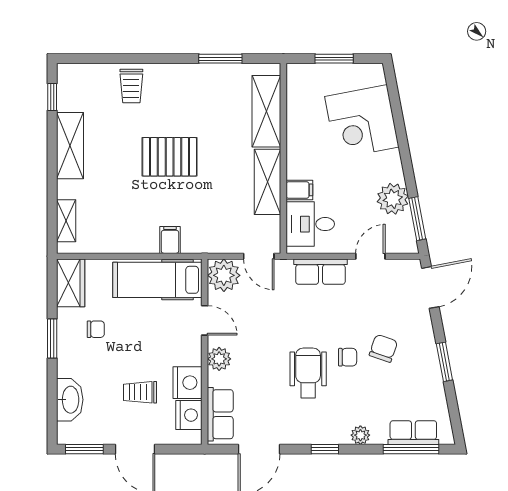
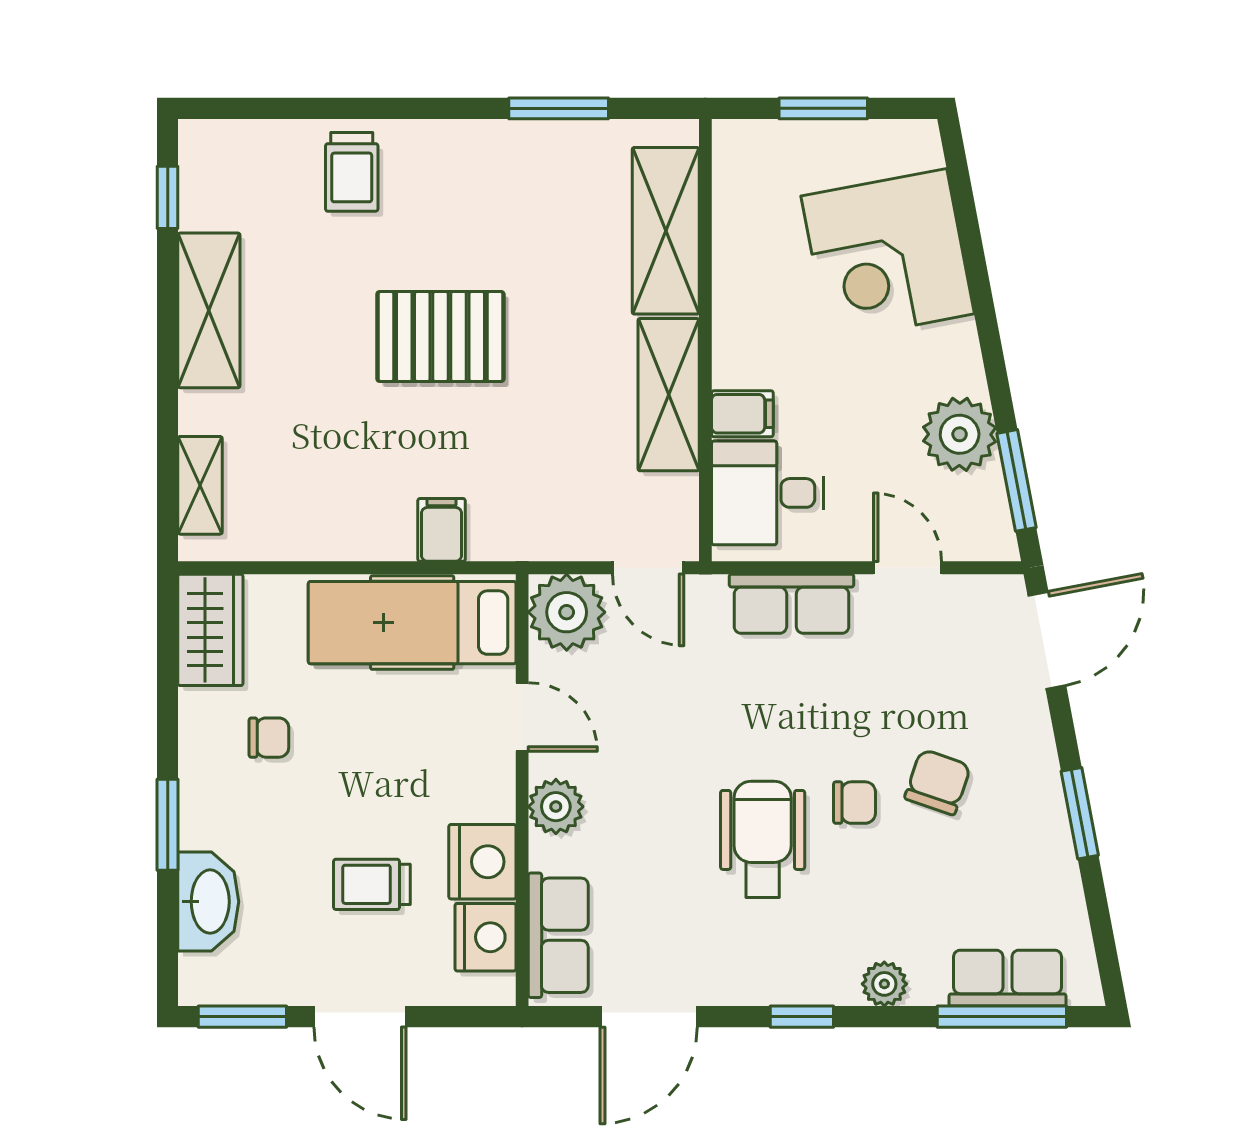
door: (370, 256) -> (908, 568), hinge flipped
window: (52, 339) -> (168, 825), moved

